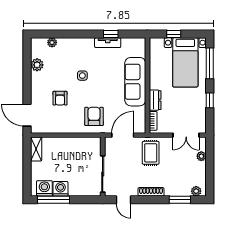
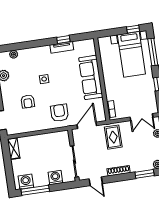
window: (174, 34) -> (133, 29), moved
dresser: (155, 100) -> (110, 91), removed
washing machine: (61, 189) -> (55, 178), moved

